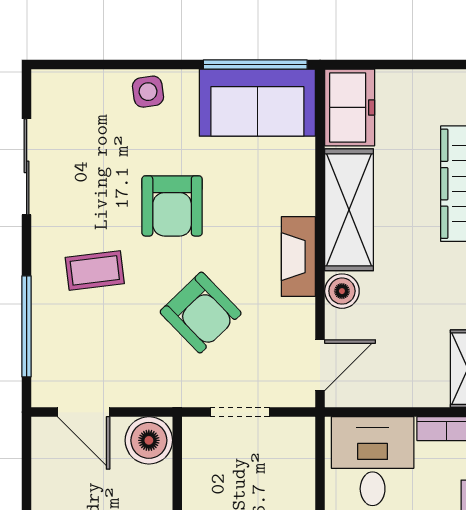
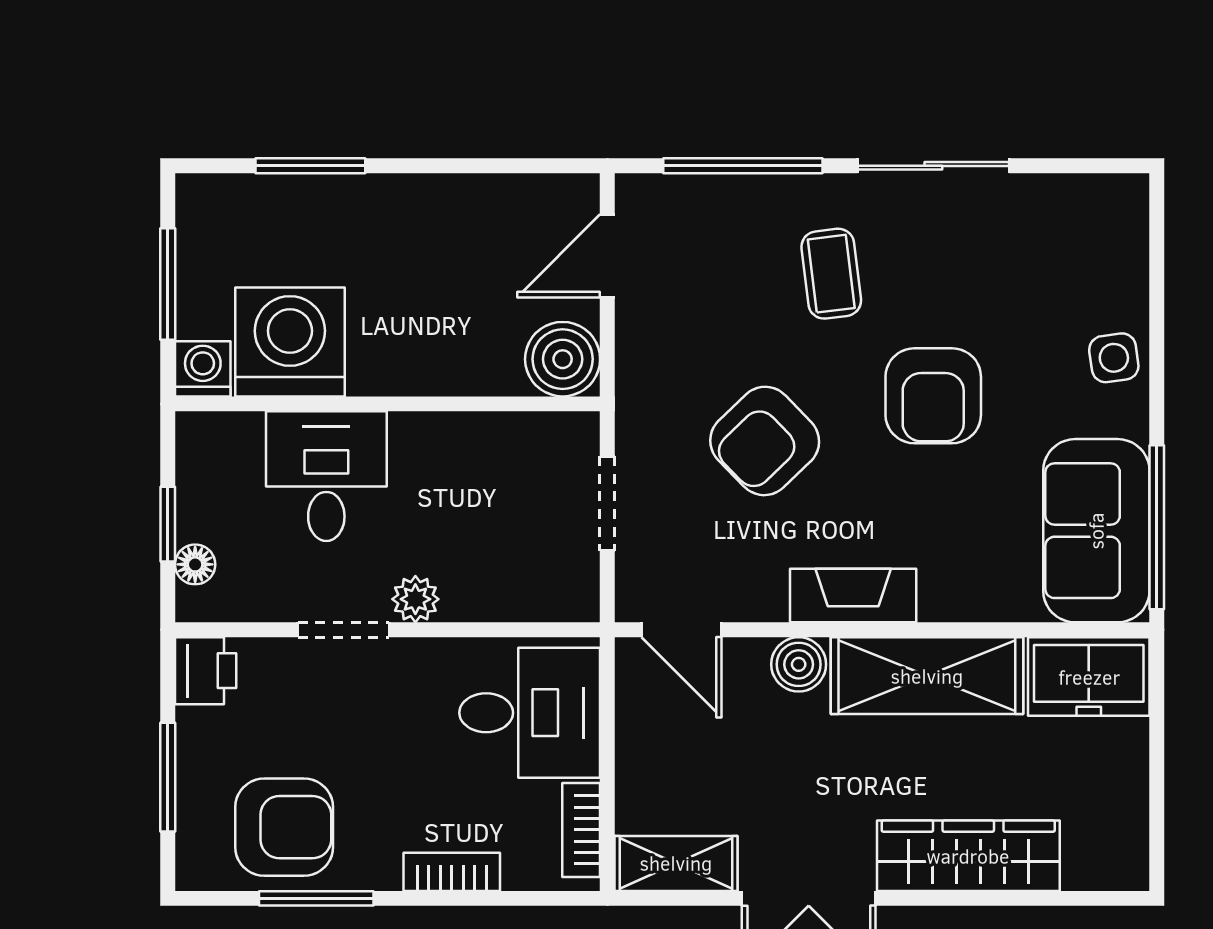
sliding door: (27, 167) -> (933, 166), moved
armchair: (172, 206) -> (933, 396), turned -90

